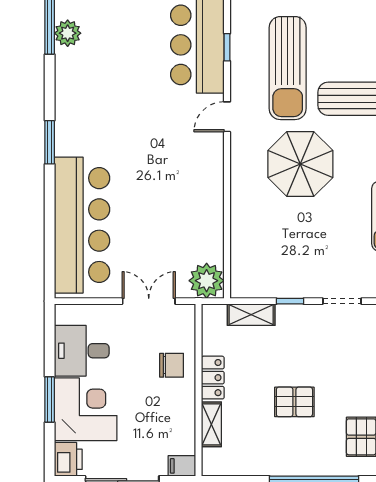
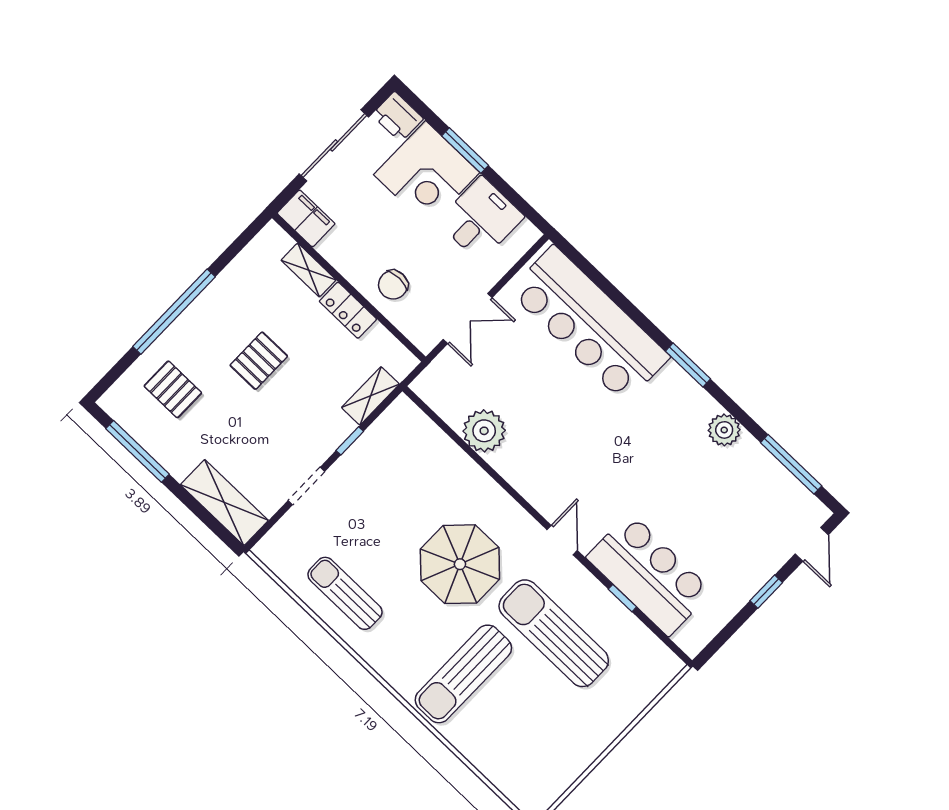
plant: (68, 33) -> (724, 430), moved
plant: (207, 281) -> (484, 431), moved
filing cabinet: (182, 466) -> (306, 218), width x2.00

